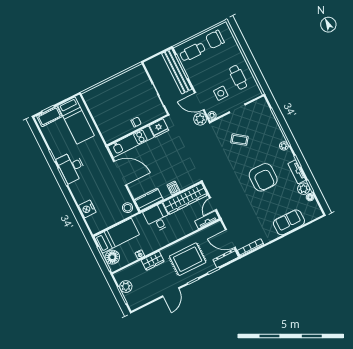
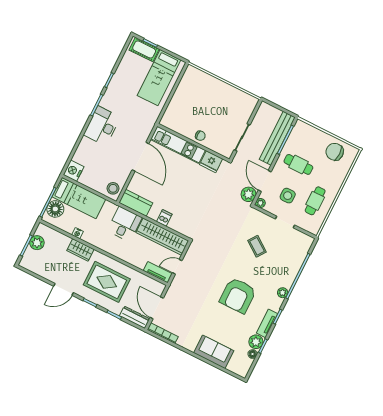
cafe table: (193, 52) -> (298, 164), moved
desk: (72, 167) -> (102, 126), moved
nightstand: (87, 209) -> (74, 171), moved

